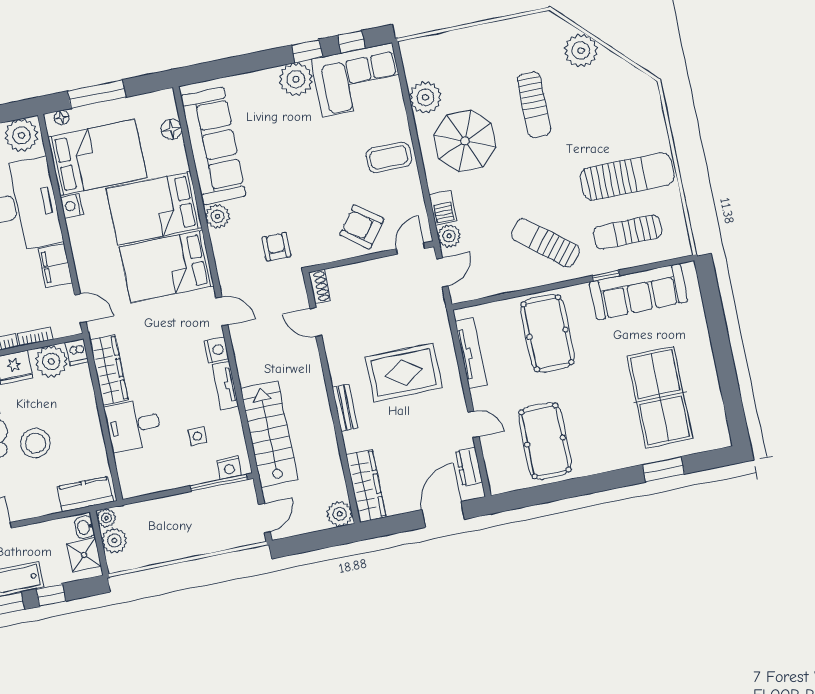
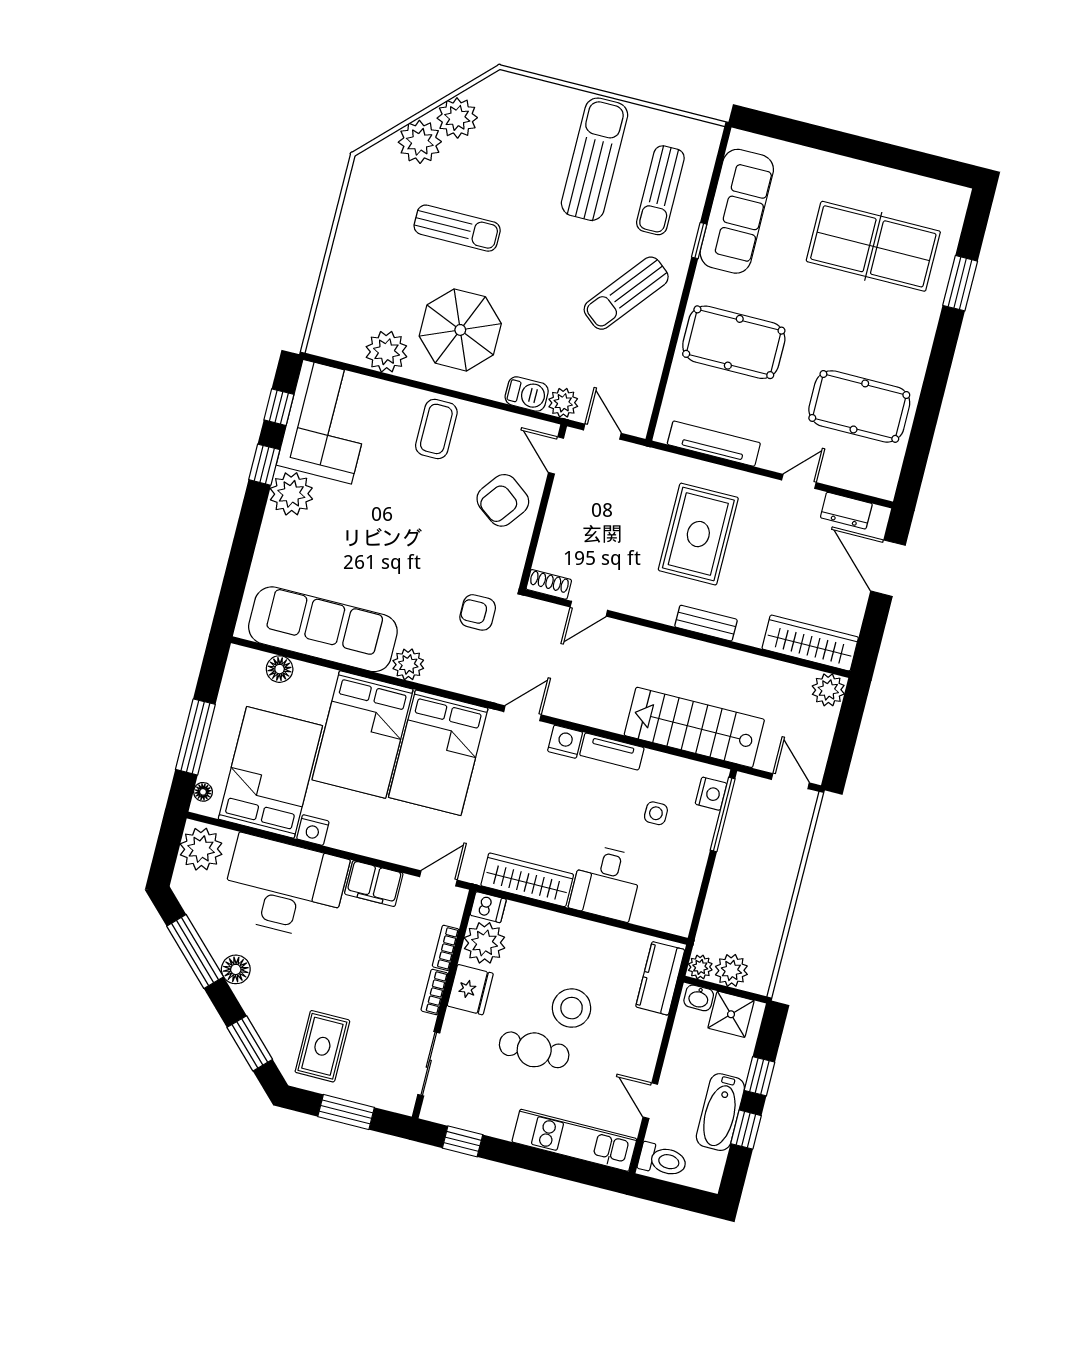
plant: (610, 68) -> (457, 118), added

